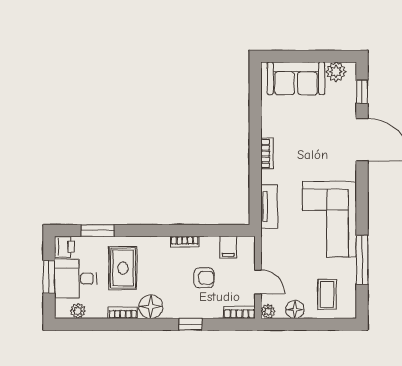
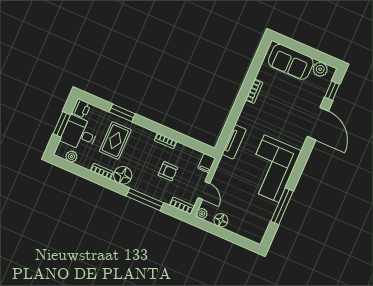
bookcase: (267, 154) -> (254, 91), moved
window: (98, 230) -> (122, 113), moved
filing cabinet: (228, 247) -> (207, 163), moved
coffee table: (327, 294) -> (248, 220), removed
window: (191, 324) -> (145, 199), width x2.17

